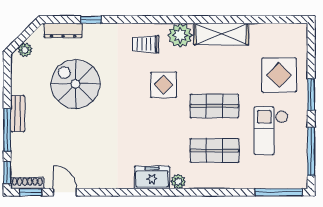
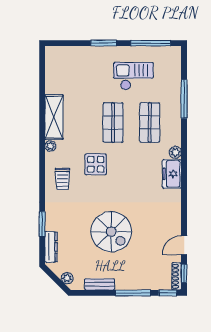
window: (91, 20) -> (42, 224), width x1.50
plant: (180, 35) -> (50, 146), width x0.53, depth x0.53
display table: (279, 75) -> (88, 69), removed
spiral stairs: (76, 84) -> (111, 232), moved, turned -90
bench: (18, 114) -> (100, 284), moved
checkout: (271, 131) -> (133, 76), turned 180
window: (279, 192) -> (184, 99), moved

